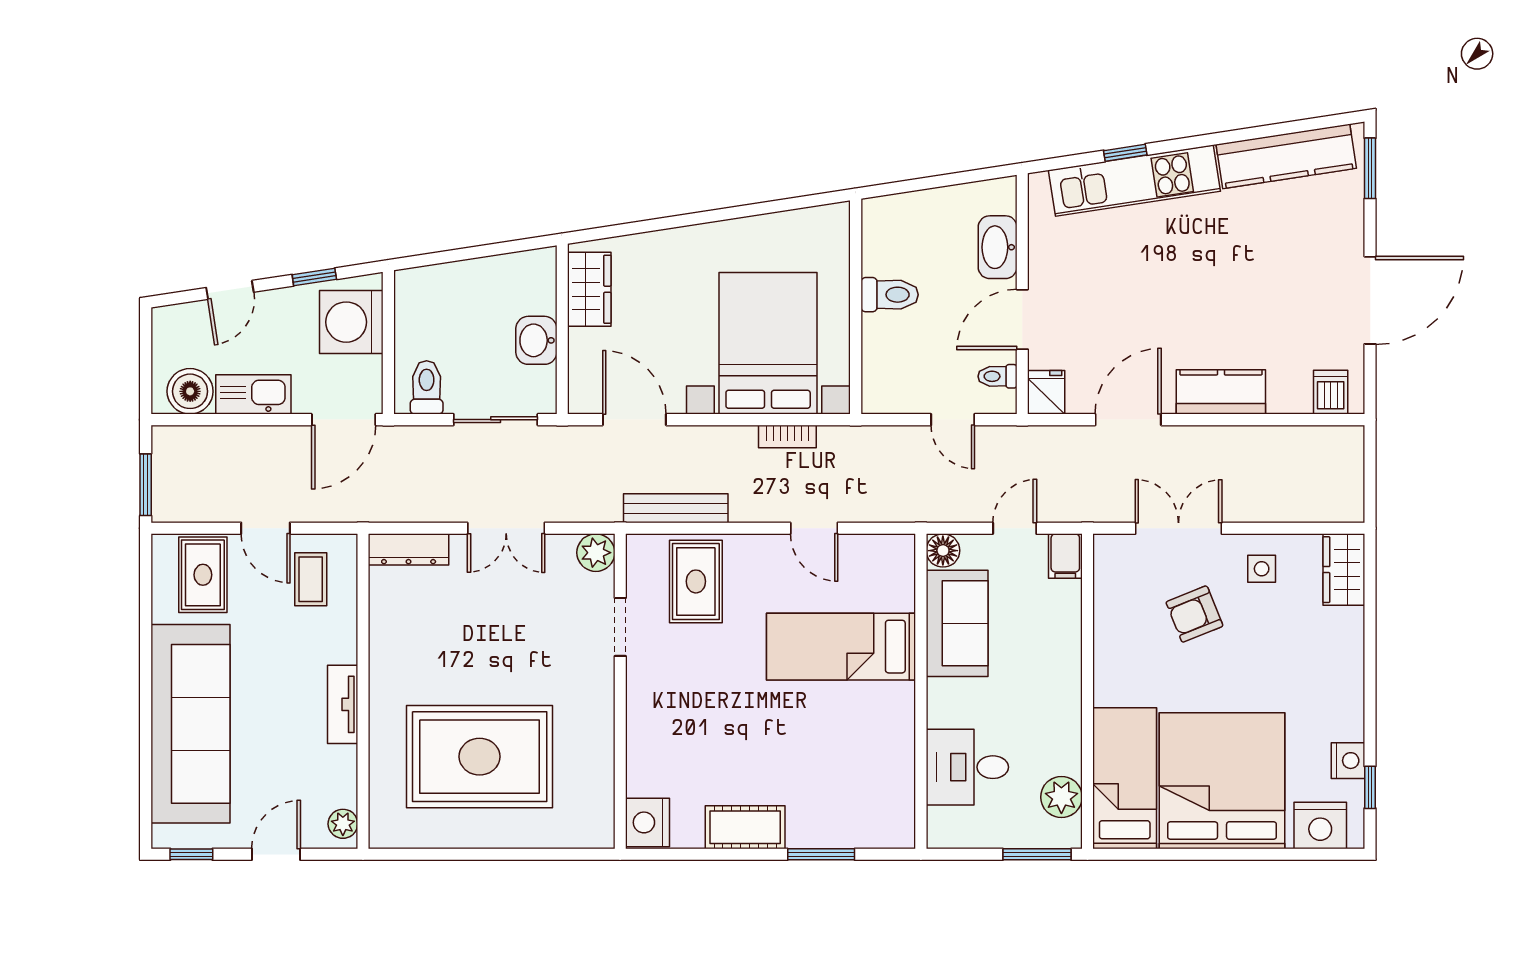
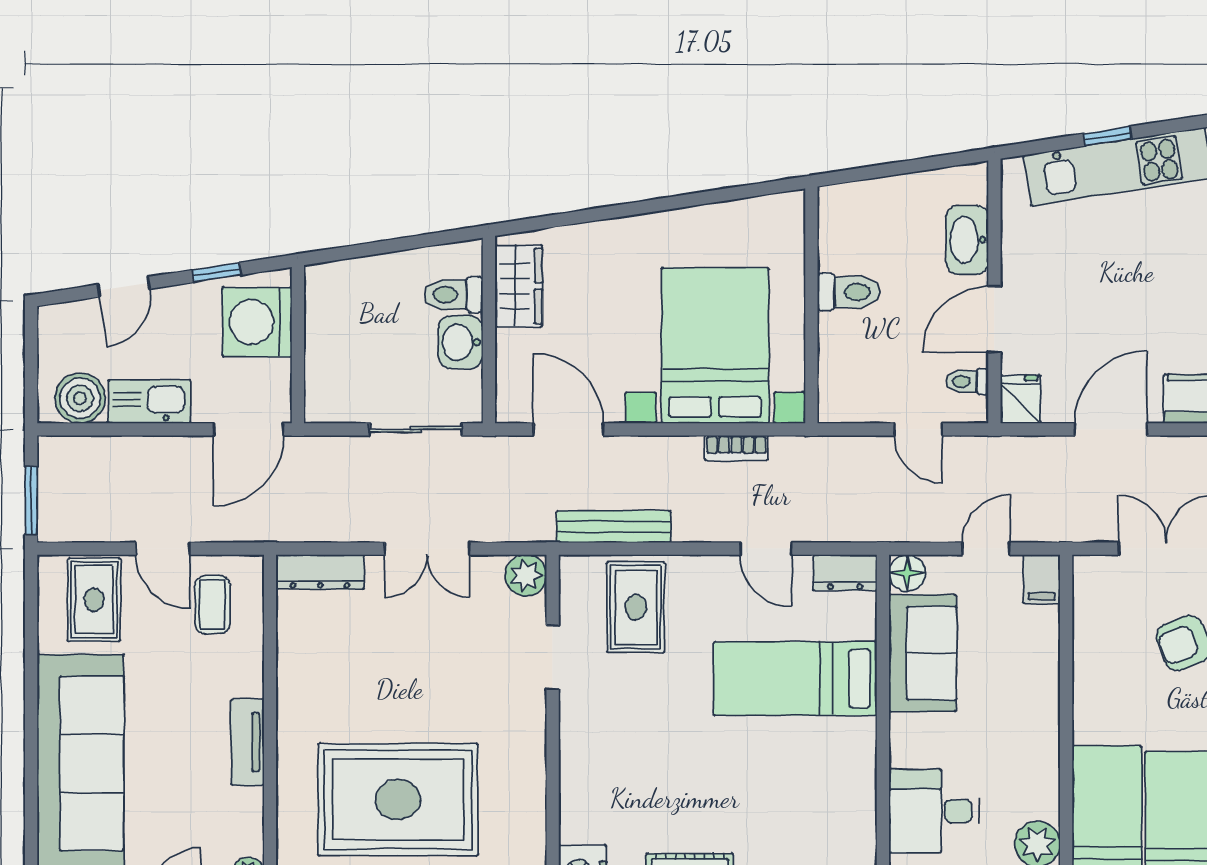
toilet: (427, 387) -> (453, 295), moved, turned -90
dresser: (886, 550) -> (845, 573), added

